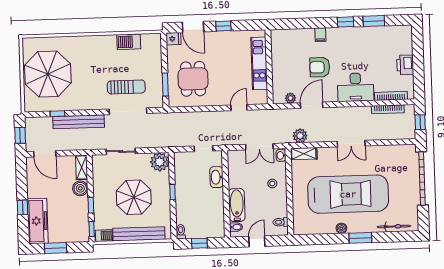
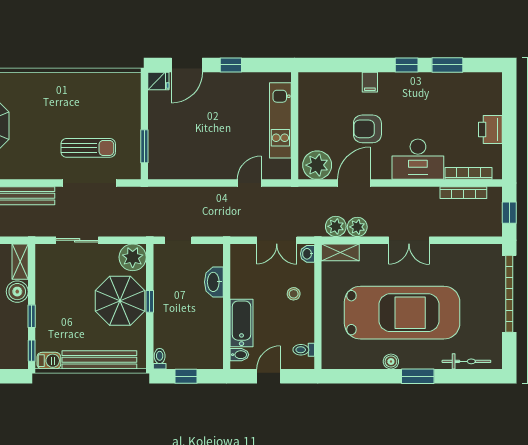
door: (193, 27) -> (187, 65), hinge flipped
barbecue: (129, 42) -> (94, 83), removed
dining table: (193, 79) -> (185, 139), removed
plant: (290, 98) -> (317, 165), width x1.88, depth x1.88
plant: (315, 136) -> (357, 227), added
doorway: (203, 149) -> (178, 240), moved
parasol: (134, 197) -> (120, 301), moved

